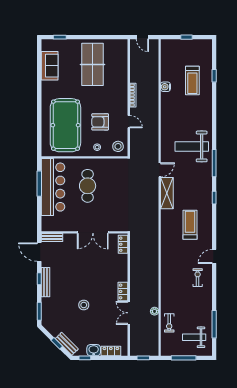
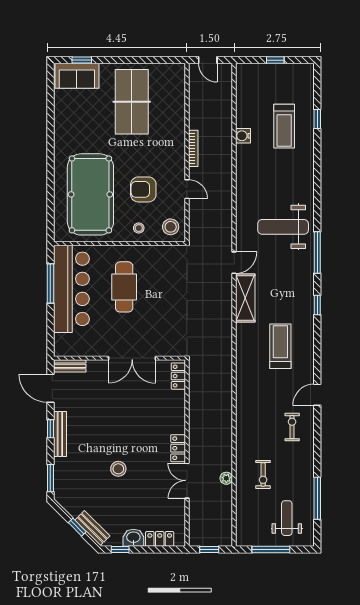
sofa: (50, 66) -> (77, 76), moved, turned 90
exercise bike: (169, 323) -> (263, 474), moved
weight bench: (194, 337) -> (287, 518), turned 90

